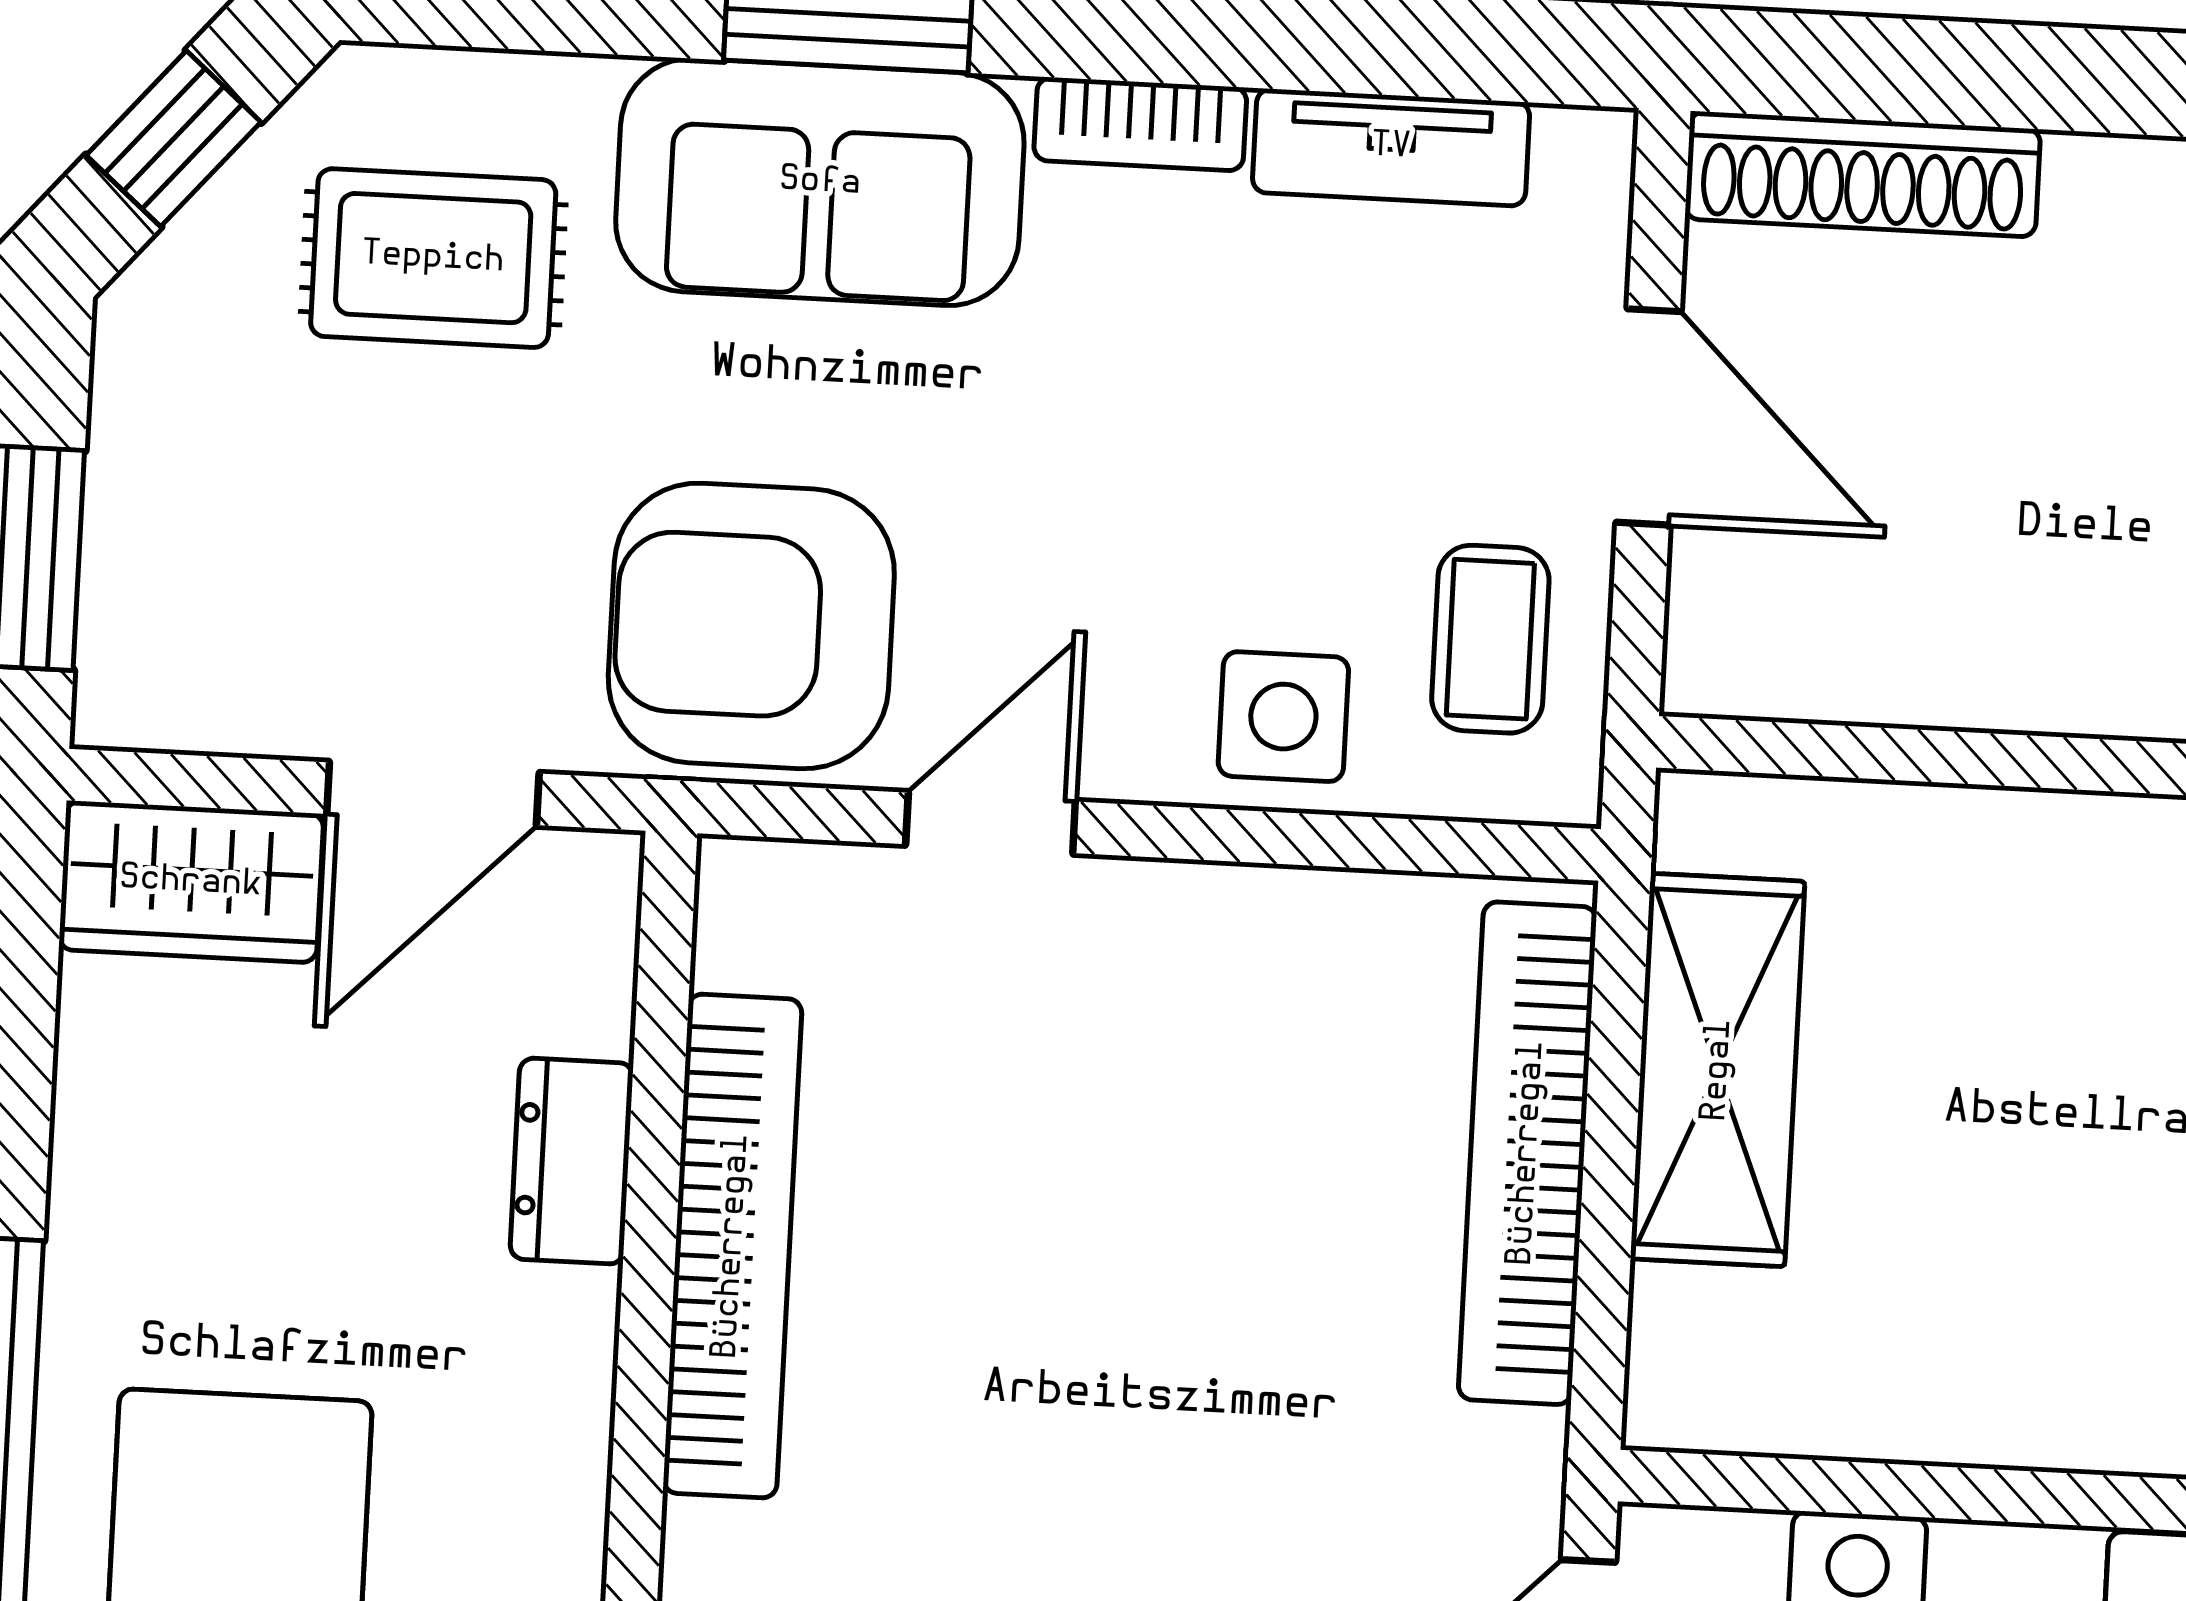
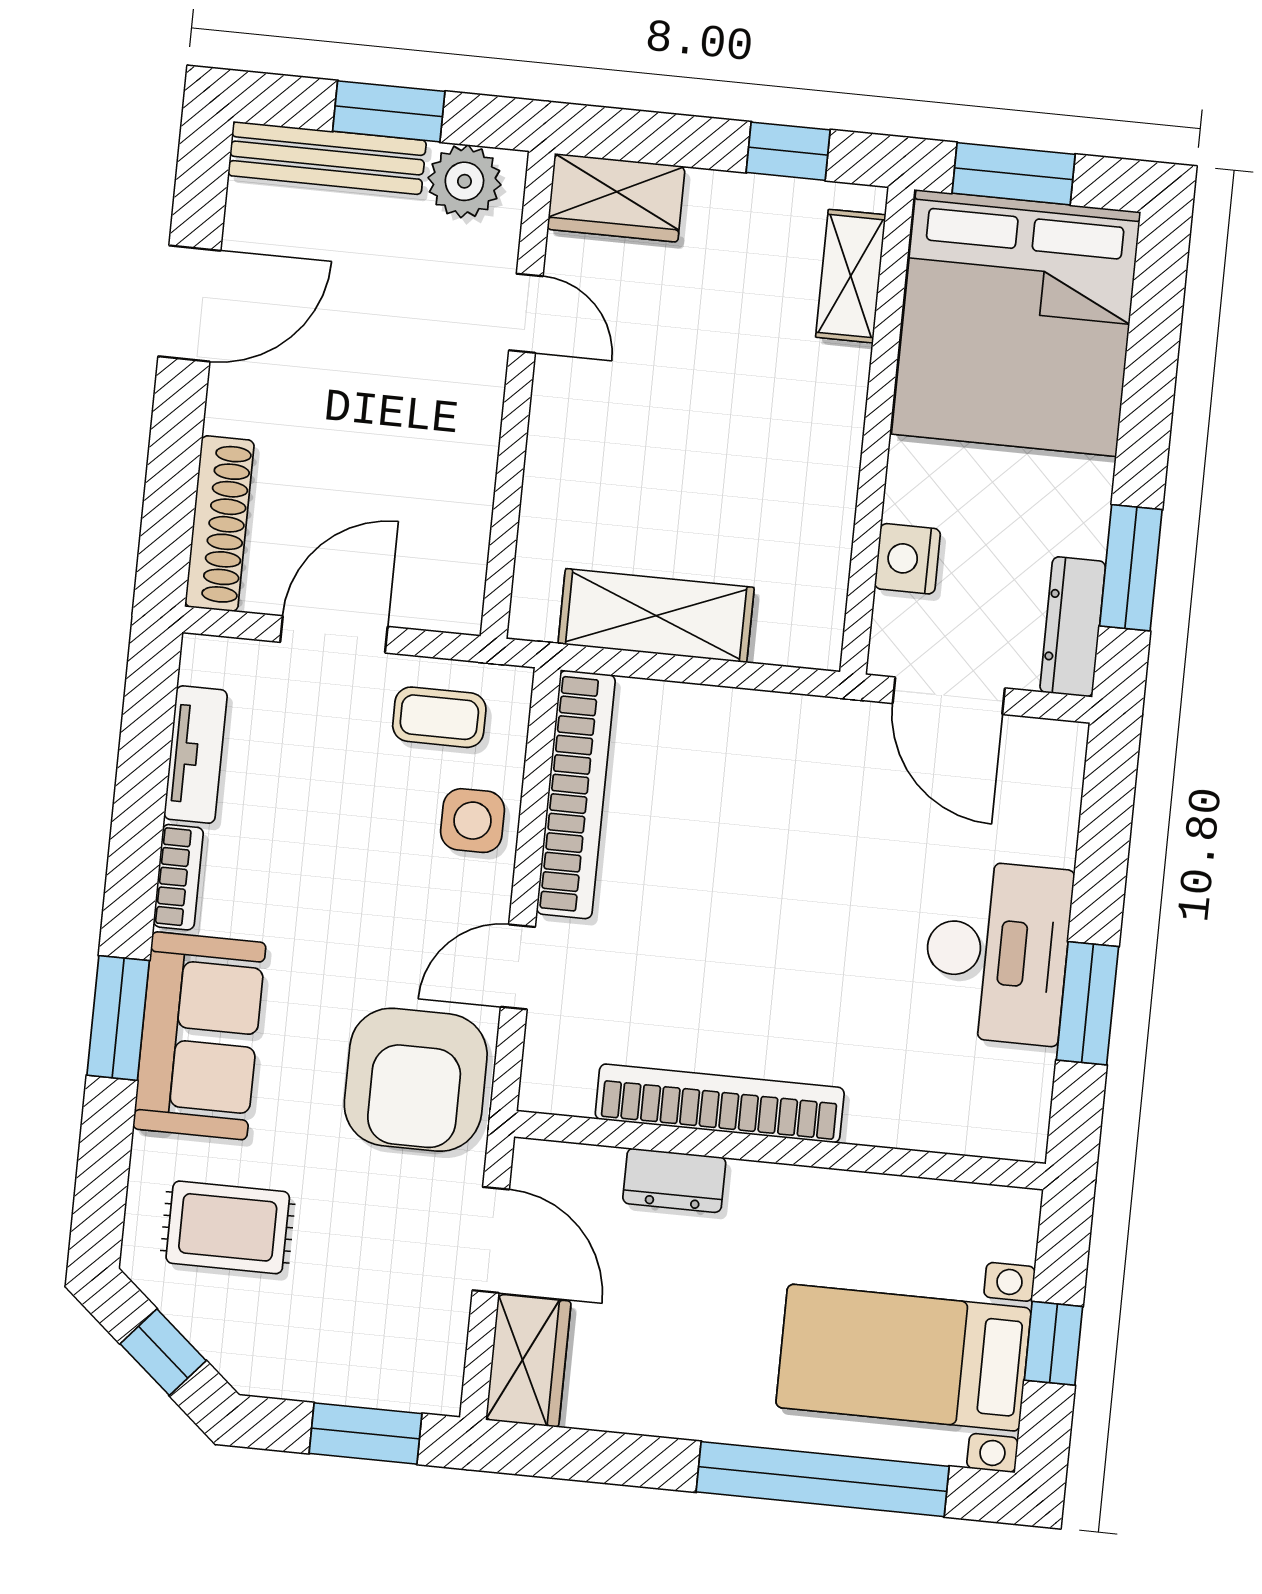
rug: (433, 258) -> (228, 1227), turned 90
door: (991, 823) -> (518, 967), hinge flipped
bookcase: (1527, 1153) -> (576, 794), moved, turned -90

